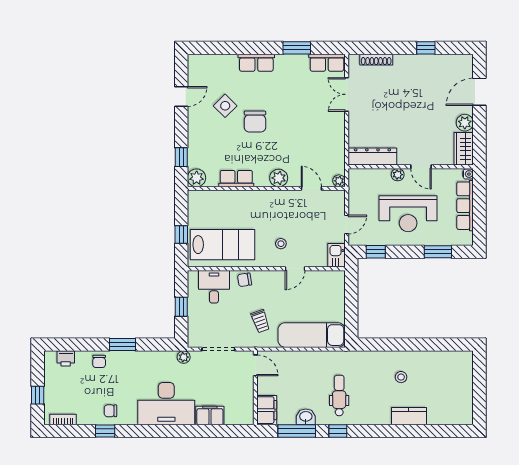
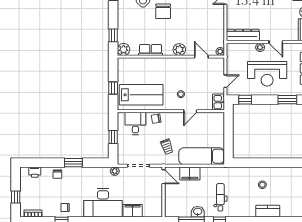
filing cabinet: (267, 410) -> (190, 173), moved, turned 90

